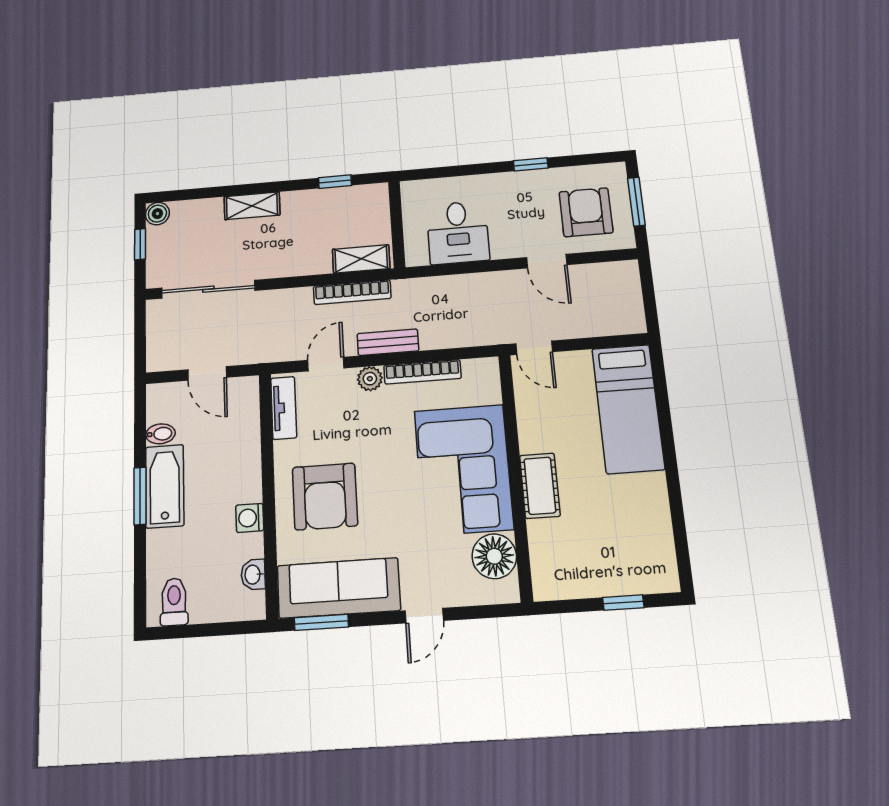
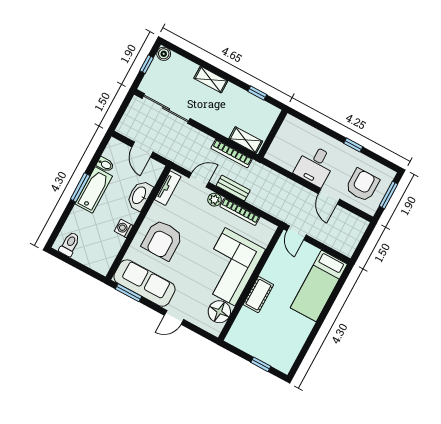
desk: (458, 233) -> (315, 166), moved
washbasin: (253, 575) -> (139, 195), moved, width x1.91, depth x1.45

